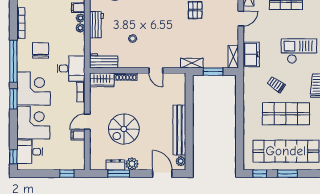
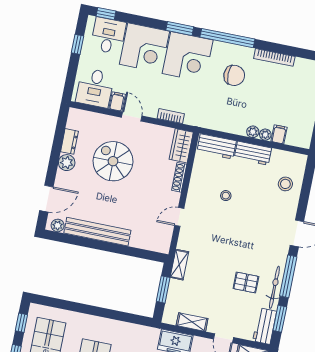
shelving: (233, 57) -> (192, 322), moved
workbench: (104, 61) -> (217, 146), moved, turned 90
desk: (71, 69) -> (95, 88), moved
window: (67, 174) -> (78, 44), moved
window: (119, 174) -> (58, 143), removed

